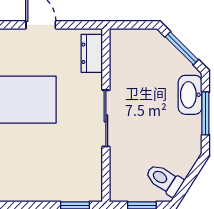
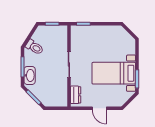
toilet: (164, 180) -> (34, 47), moved

